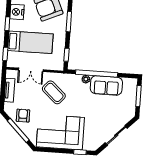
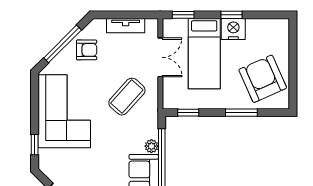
nightstand: (17, 12) -> (233, 29), moved
double door: (31, 70) -> (160, 57), swing flipped

